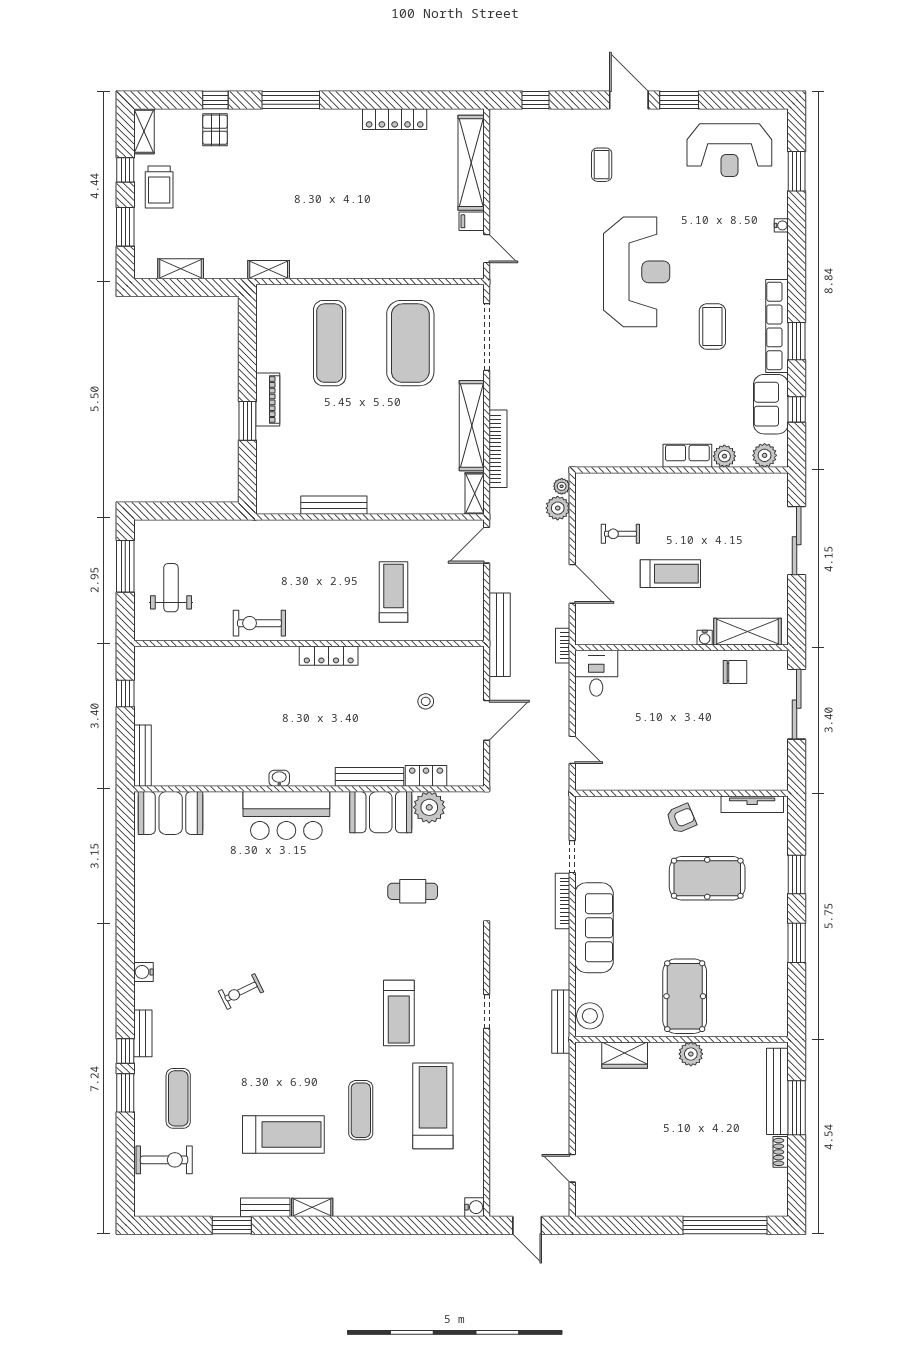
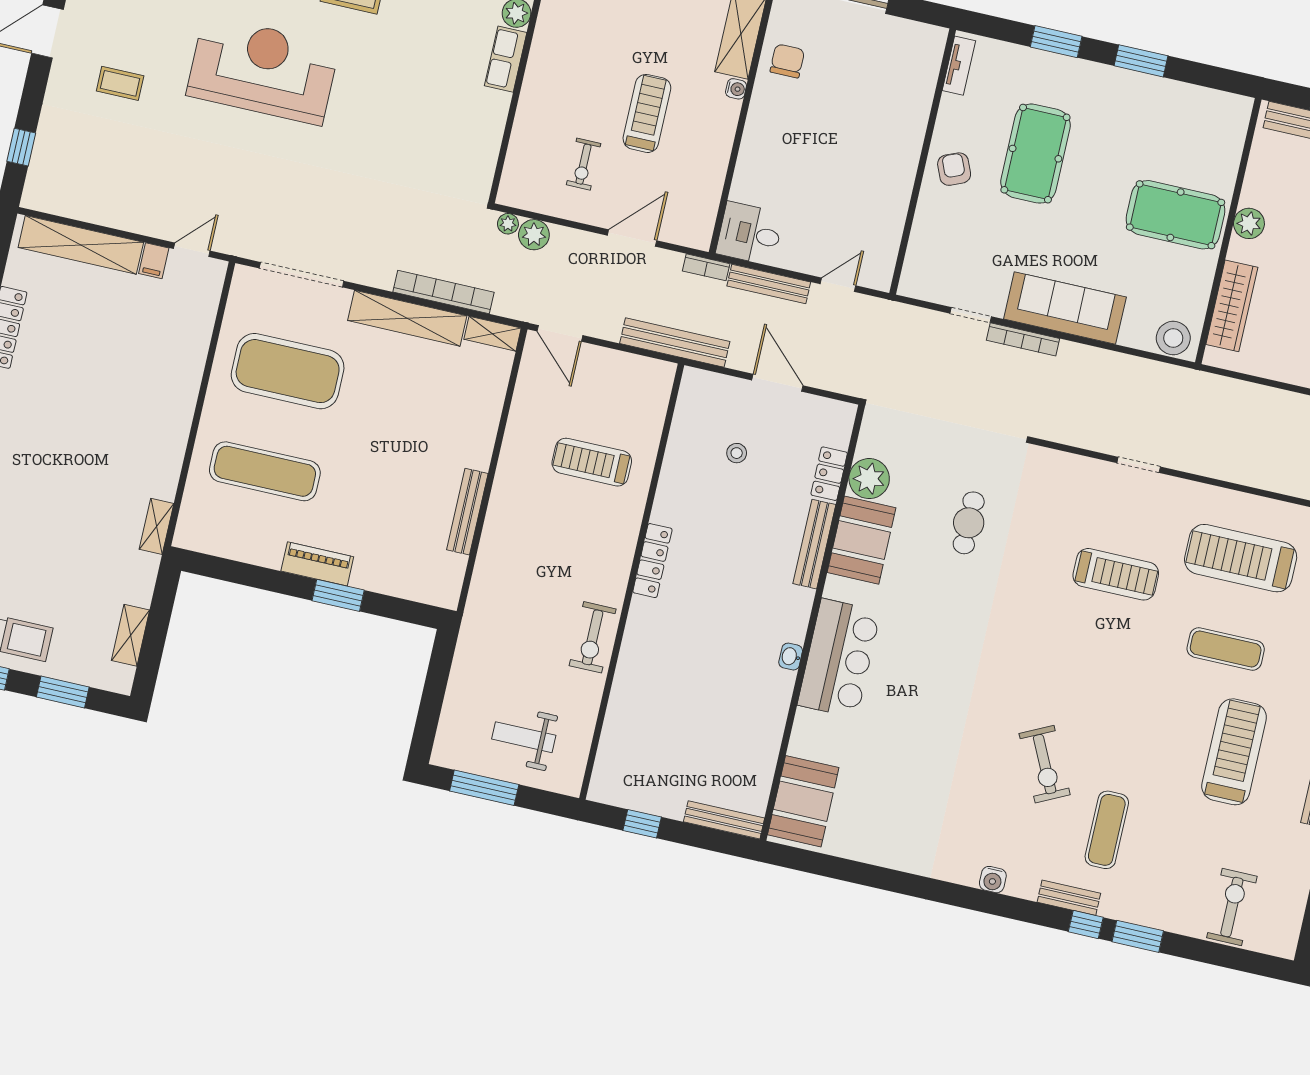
tv unit: (752, 804) -> (959, 66), width x0.71
exercise bike: (241, 992) -> (1045, 764), width x1.38, depth x1.39
bench: (561, 1022) -> (769, 284), moved
wardrobe: (625, 1055) -> (1232, 306), width x1.50
exercise mat: (178, 1098) -> (1107, 830), moved, turned 90

